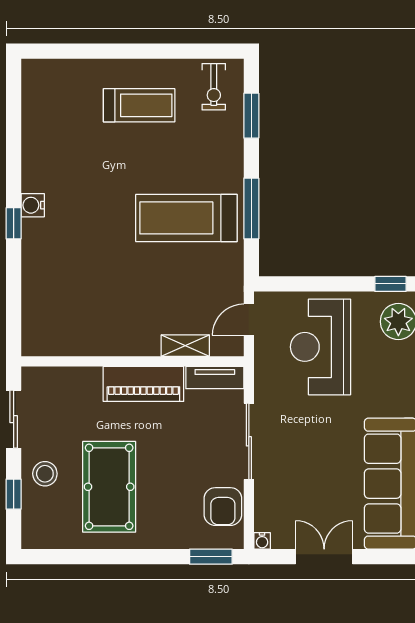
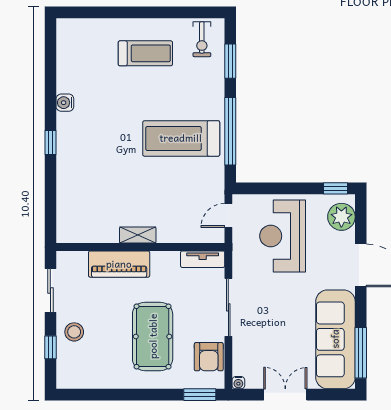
water cooler: (33, 205) -> (65, 103), moved
window: (251, 208) -> (230, 131), width x1.46
shelving: (185, 346) -> (138, 235), moved
piano: (143, 384) -> (119, 264), moved
pool table: (109, 487) -> (153, 336), moved

